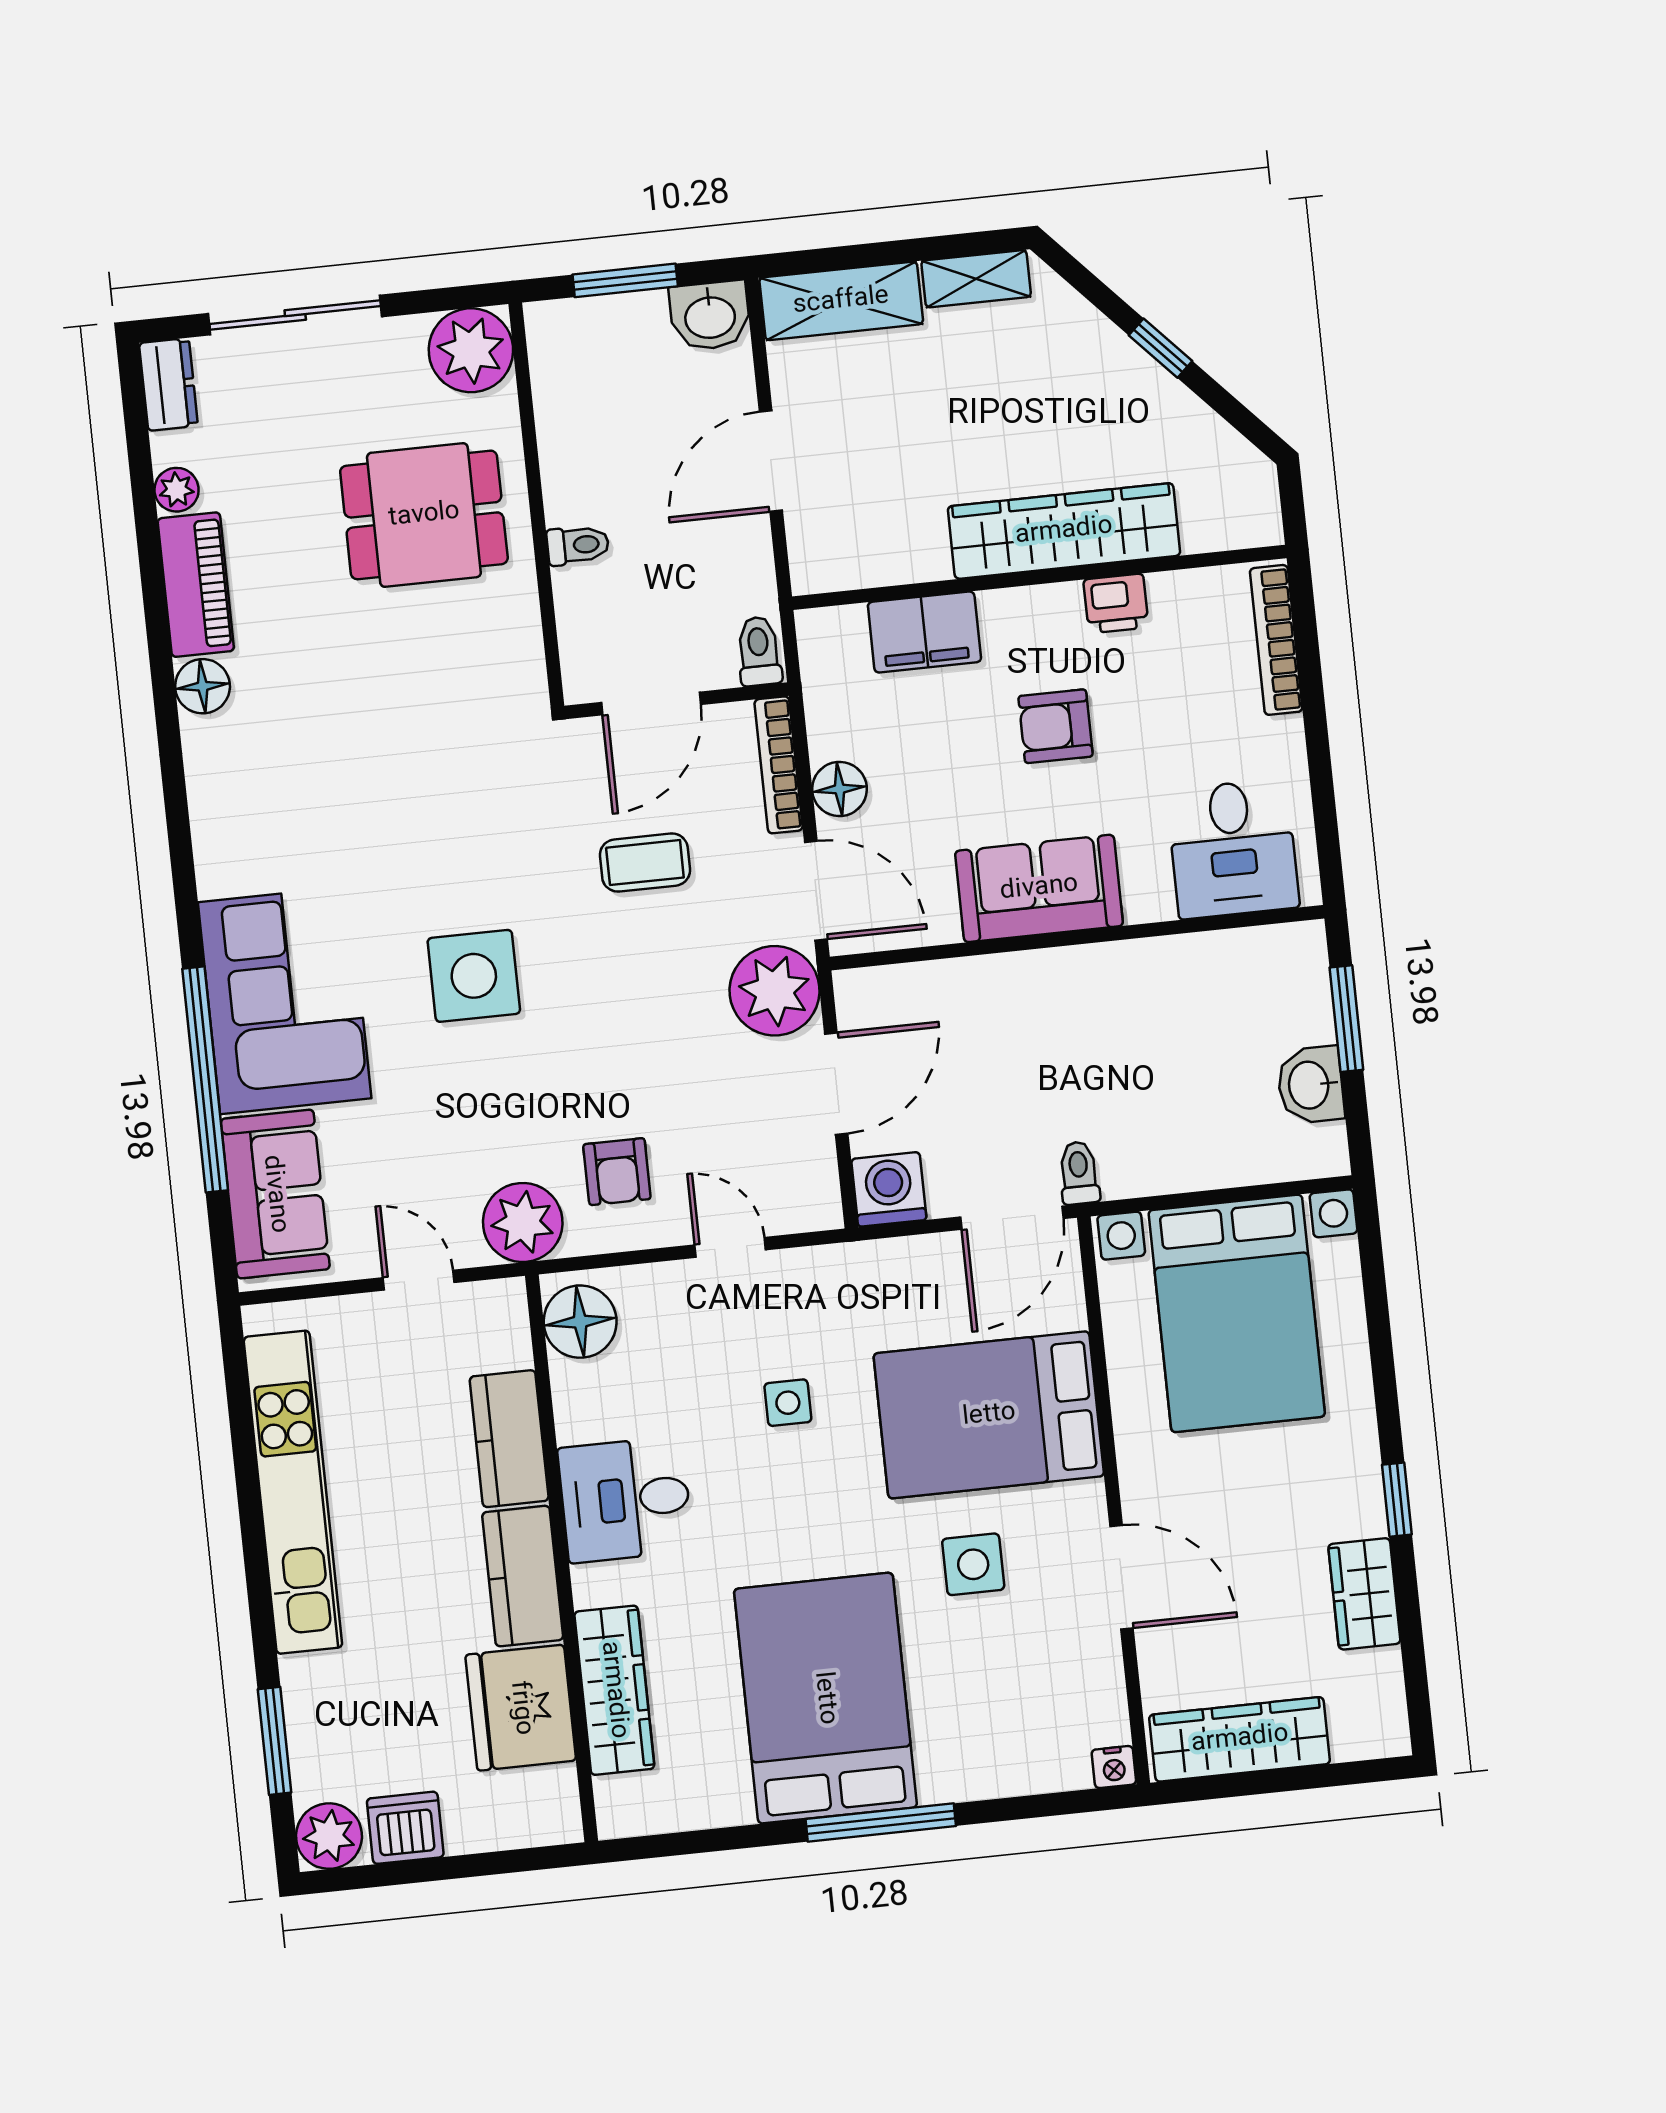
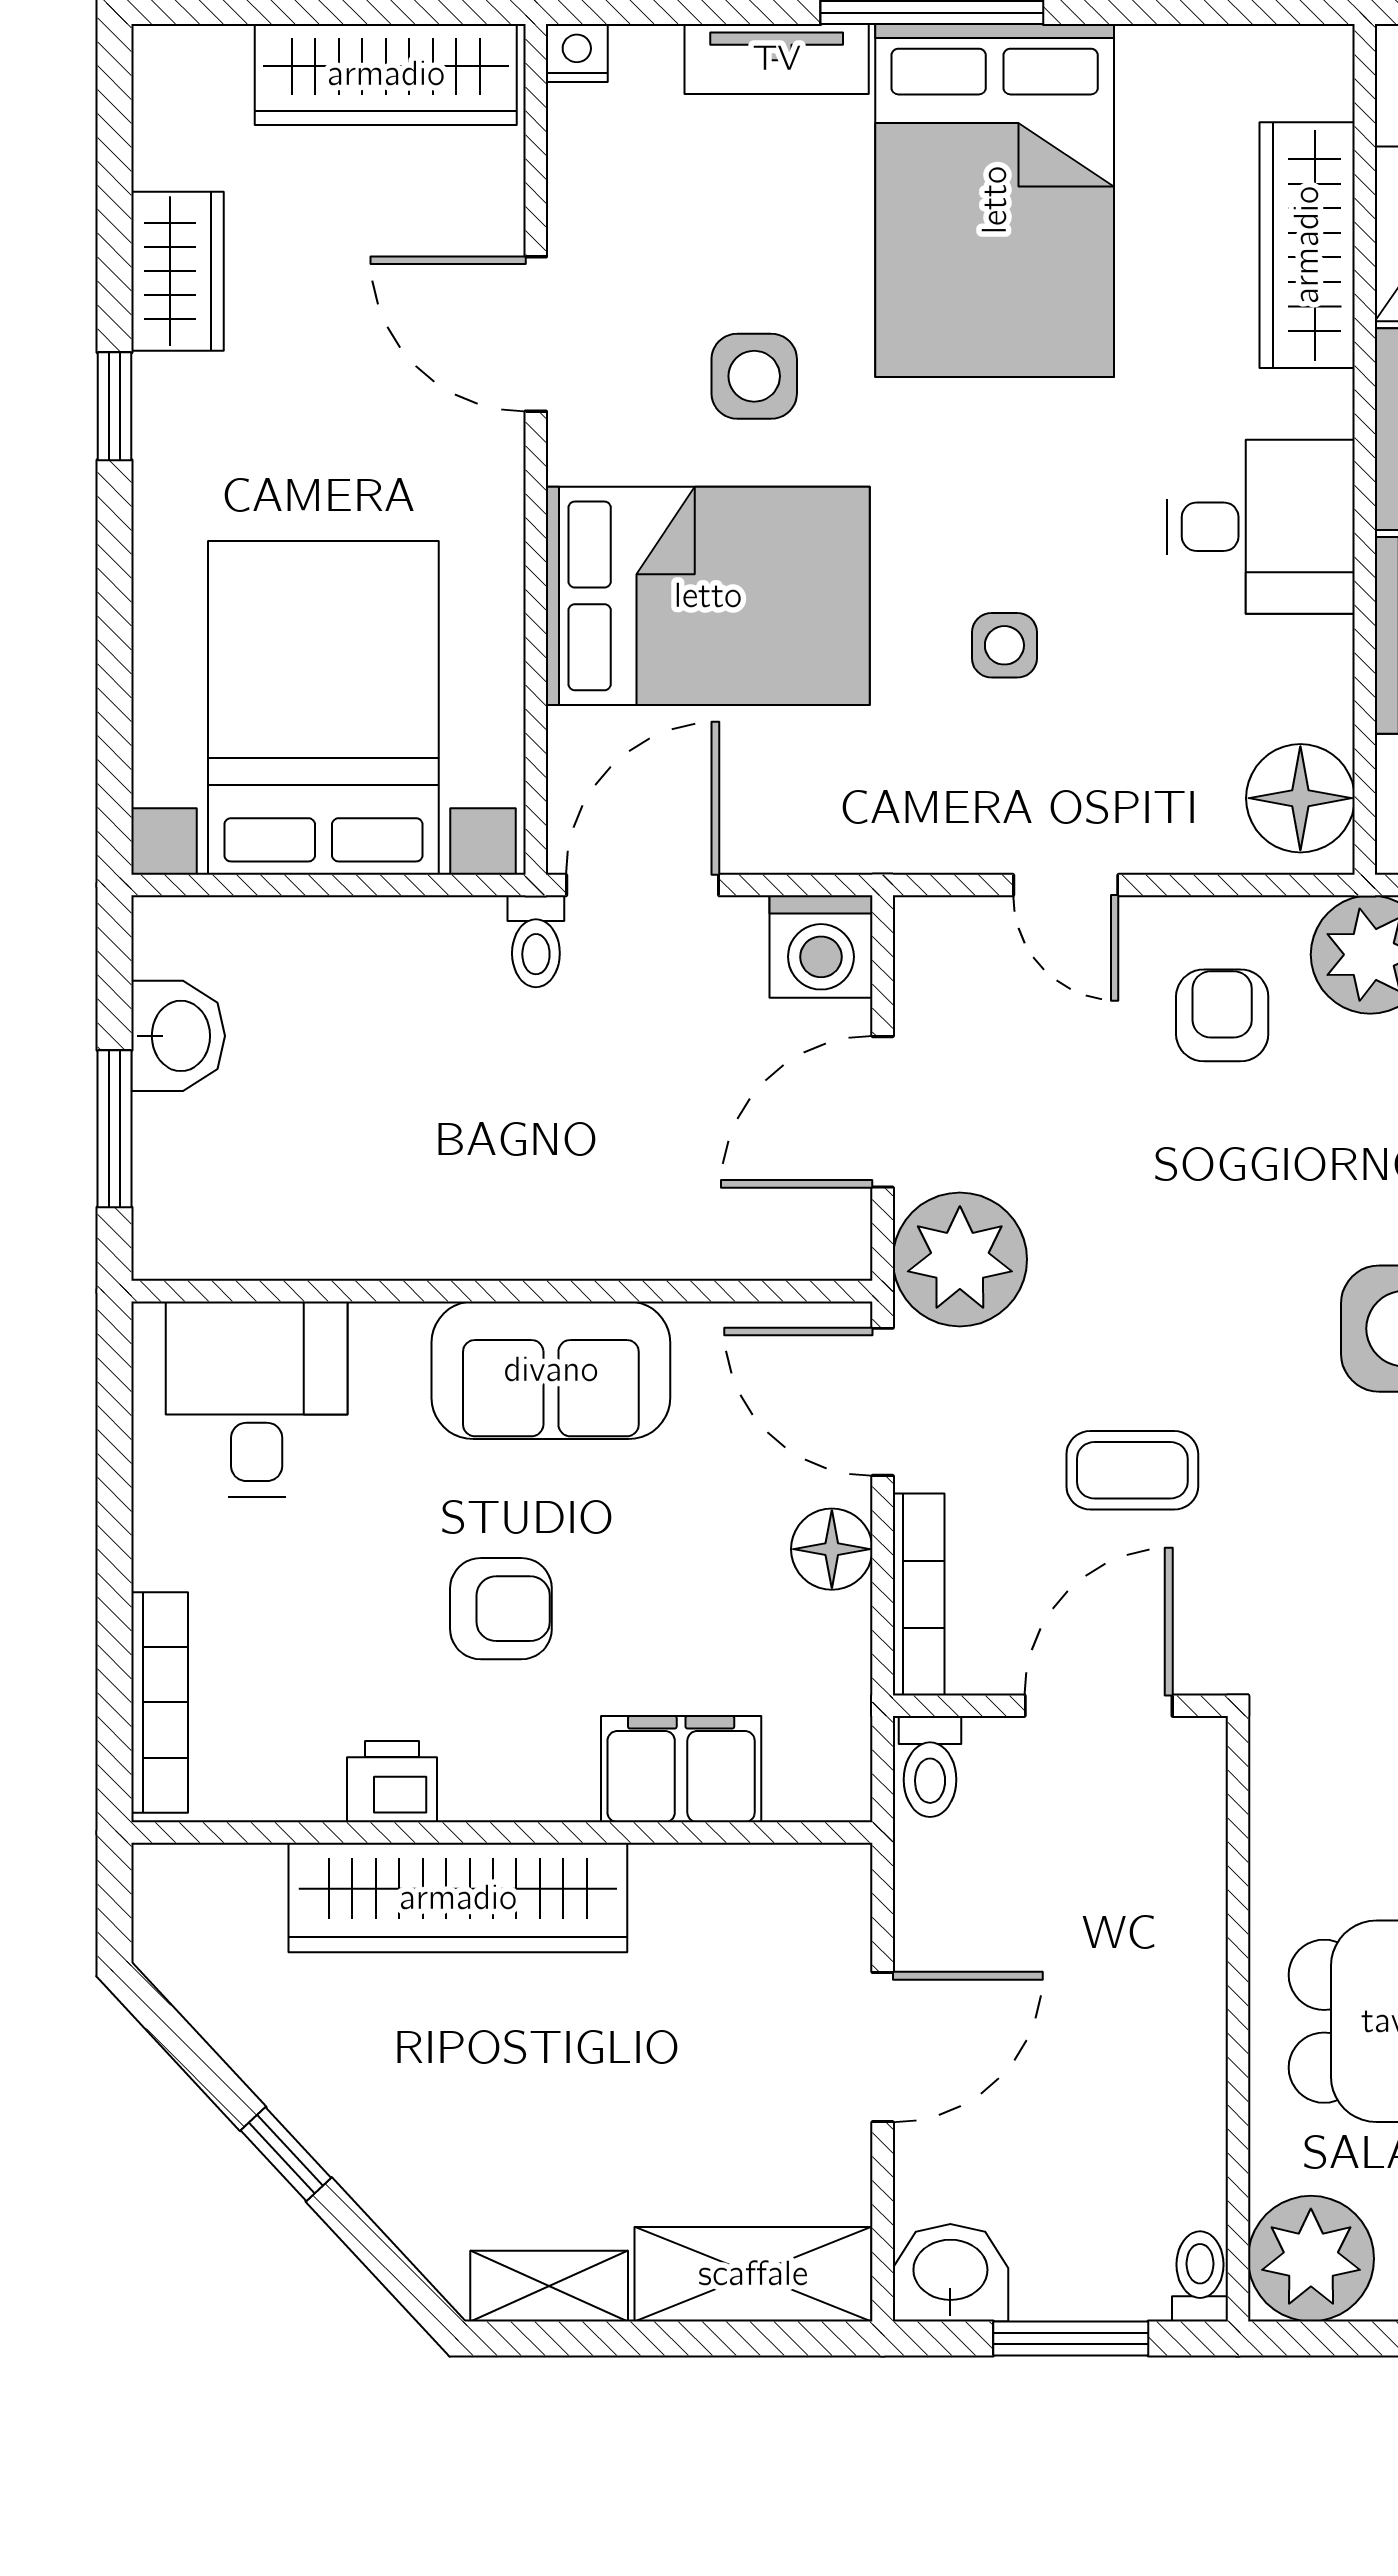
toilet: (578, 545) -> (1200, 2276), moved, turned 90
tv unit: (980, 1777) -> (777, 59), added

